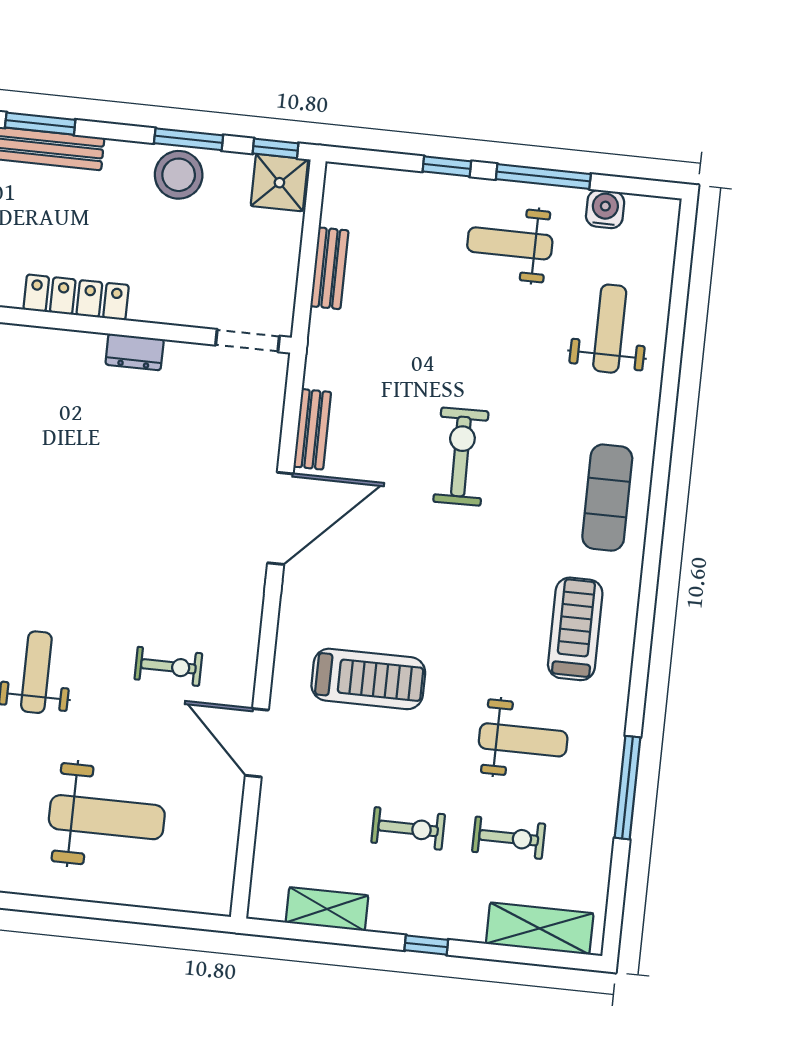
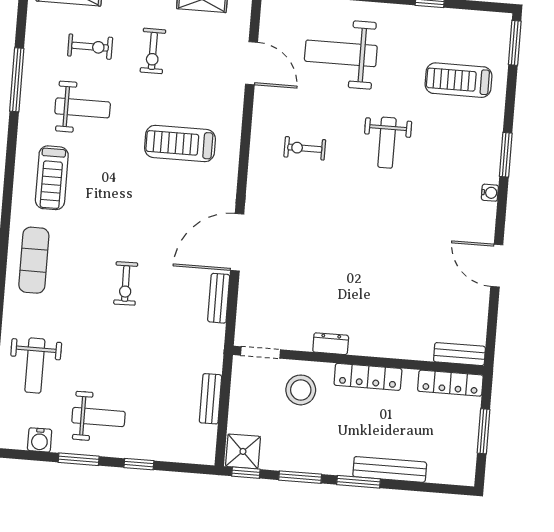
window: (40, 124) -> (358, 482), moved
stool: (179, 175) -> (301, 390), moved
window: (543, 177) -> (79, 459), width x0.69
exercise bike: (461, 457) -> (126, 283), width x0.73, depth x0.72
weight bench: (523, 740) -> (83, 108), turned 180
door: (257, 743) -> (252, 63), moved
exercise bike: (408, 828) -> (153, 51), turned -90
exercise bike: (509, 838) -> (90, 47), turned 180

